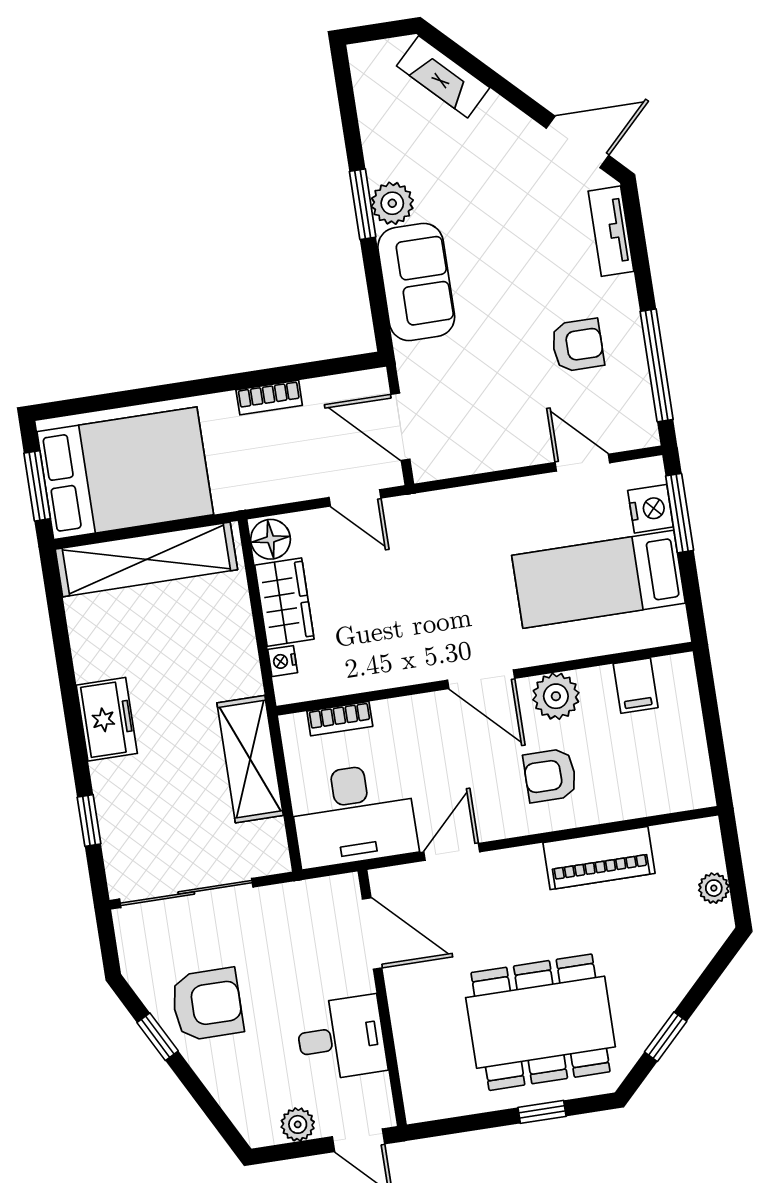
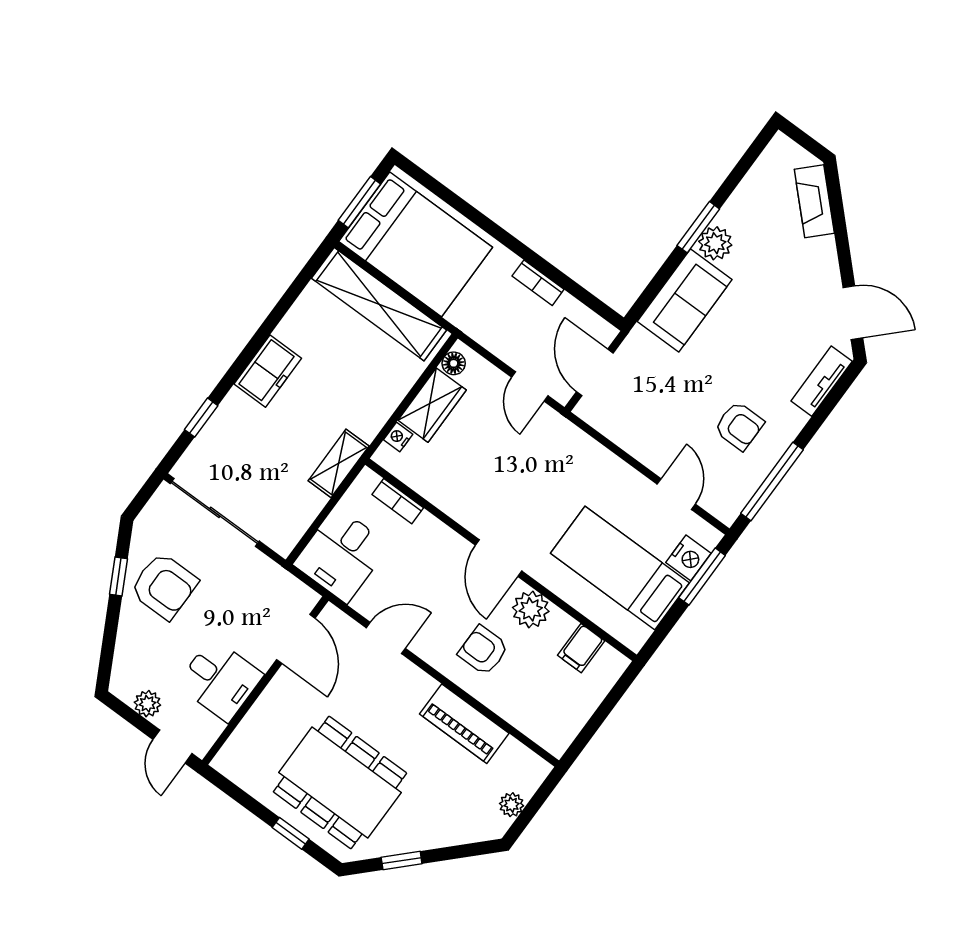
floor lamp: (271, 539) -> (454, 363), width x0.73, depth x0.73
shelving: (250, 759) -> (339, 463), width x0.67, depth x0.75
desk: (353, 815) -> (341, 555), width x0.73

